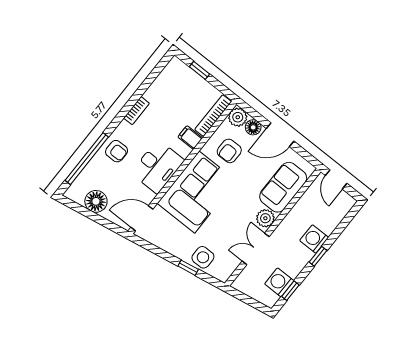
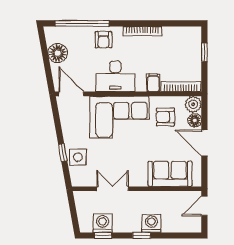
bookcase: (137, 111) -> (142, 31), width x1.56
plant: (265, 218) -> (139, 179), removed

